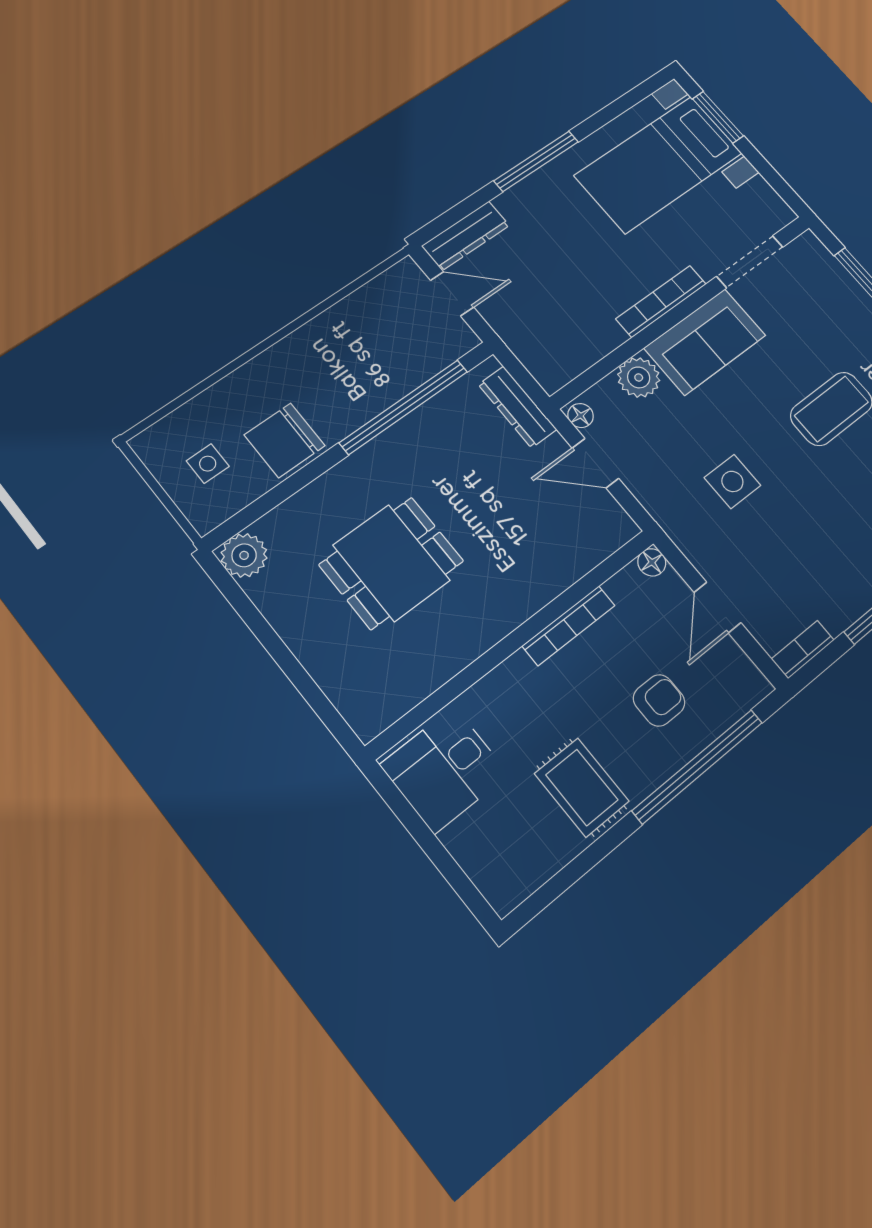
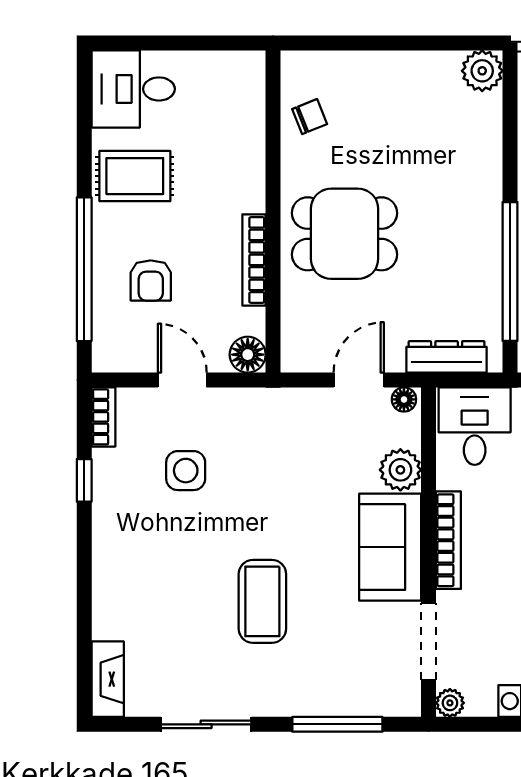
plant: (780, 214) -> (450, 703), added
desk: (555, 345) -> (475, 426), added
side table: (732, 481) -> (186, 471), moved
floor lamp: (652, 562) -> (248, 355), width x1.37, depth x1.37
dining table: (391, 563) -> (345, 234), moved, turned 90
chair: (405, 674) -> (310, 117), added
desk: (444, 769) -> (133, 89), moved, turned -90

